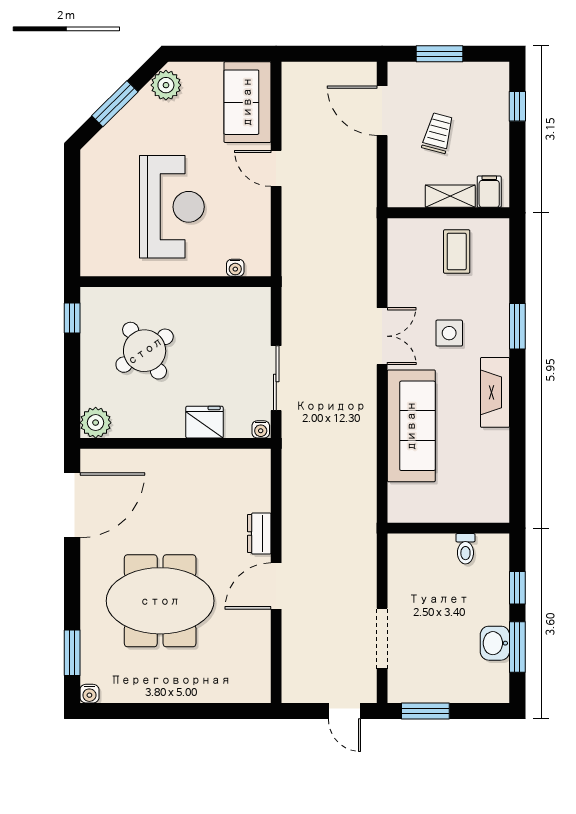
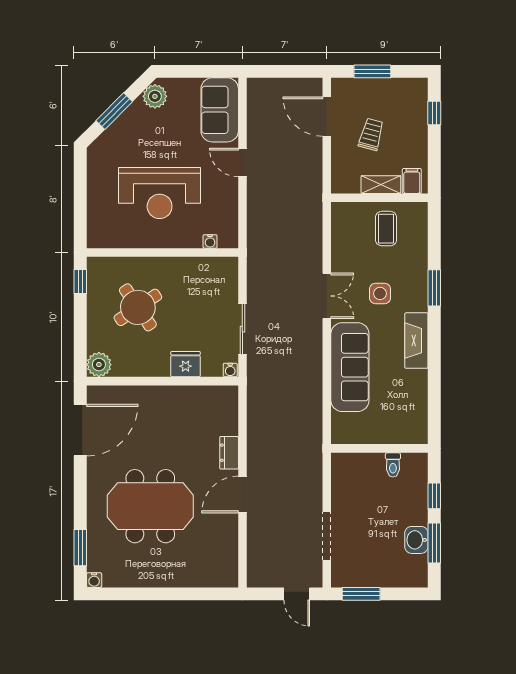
reception desk: (172, 207) -> (160, 193), turned 90

